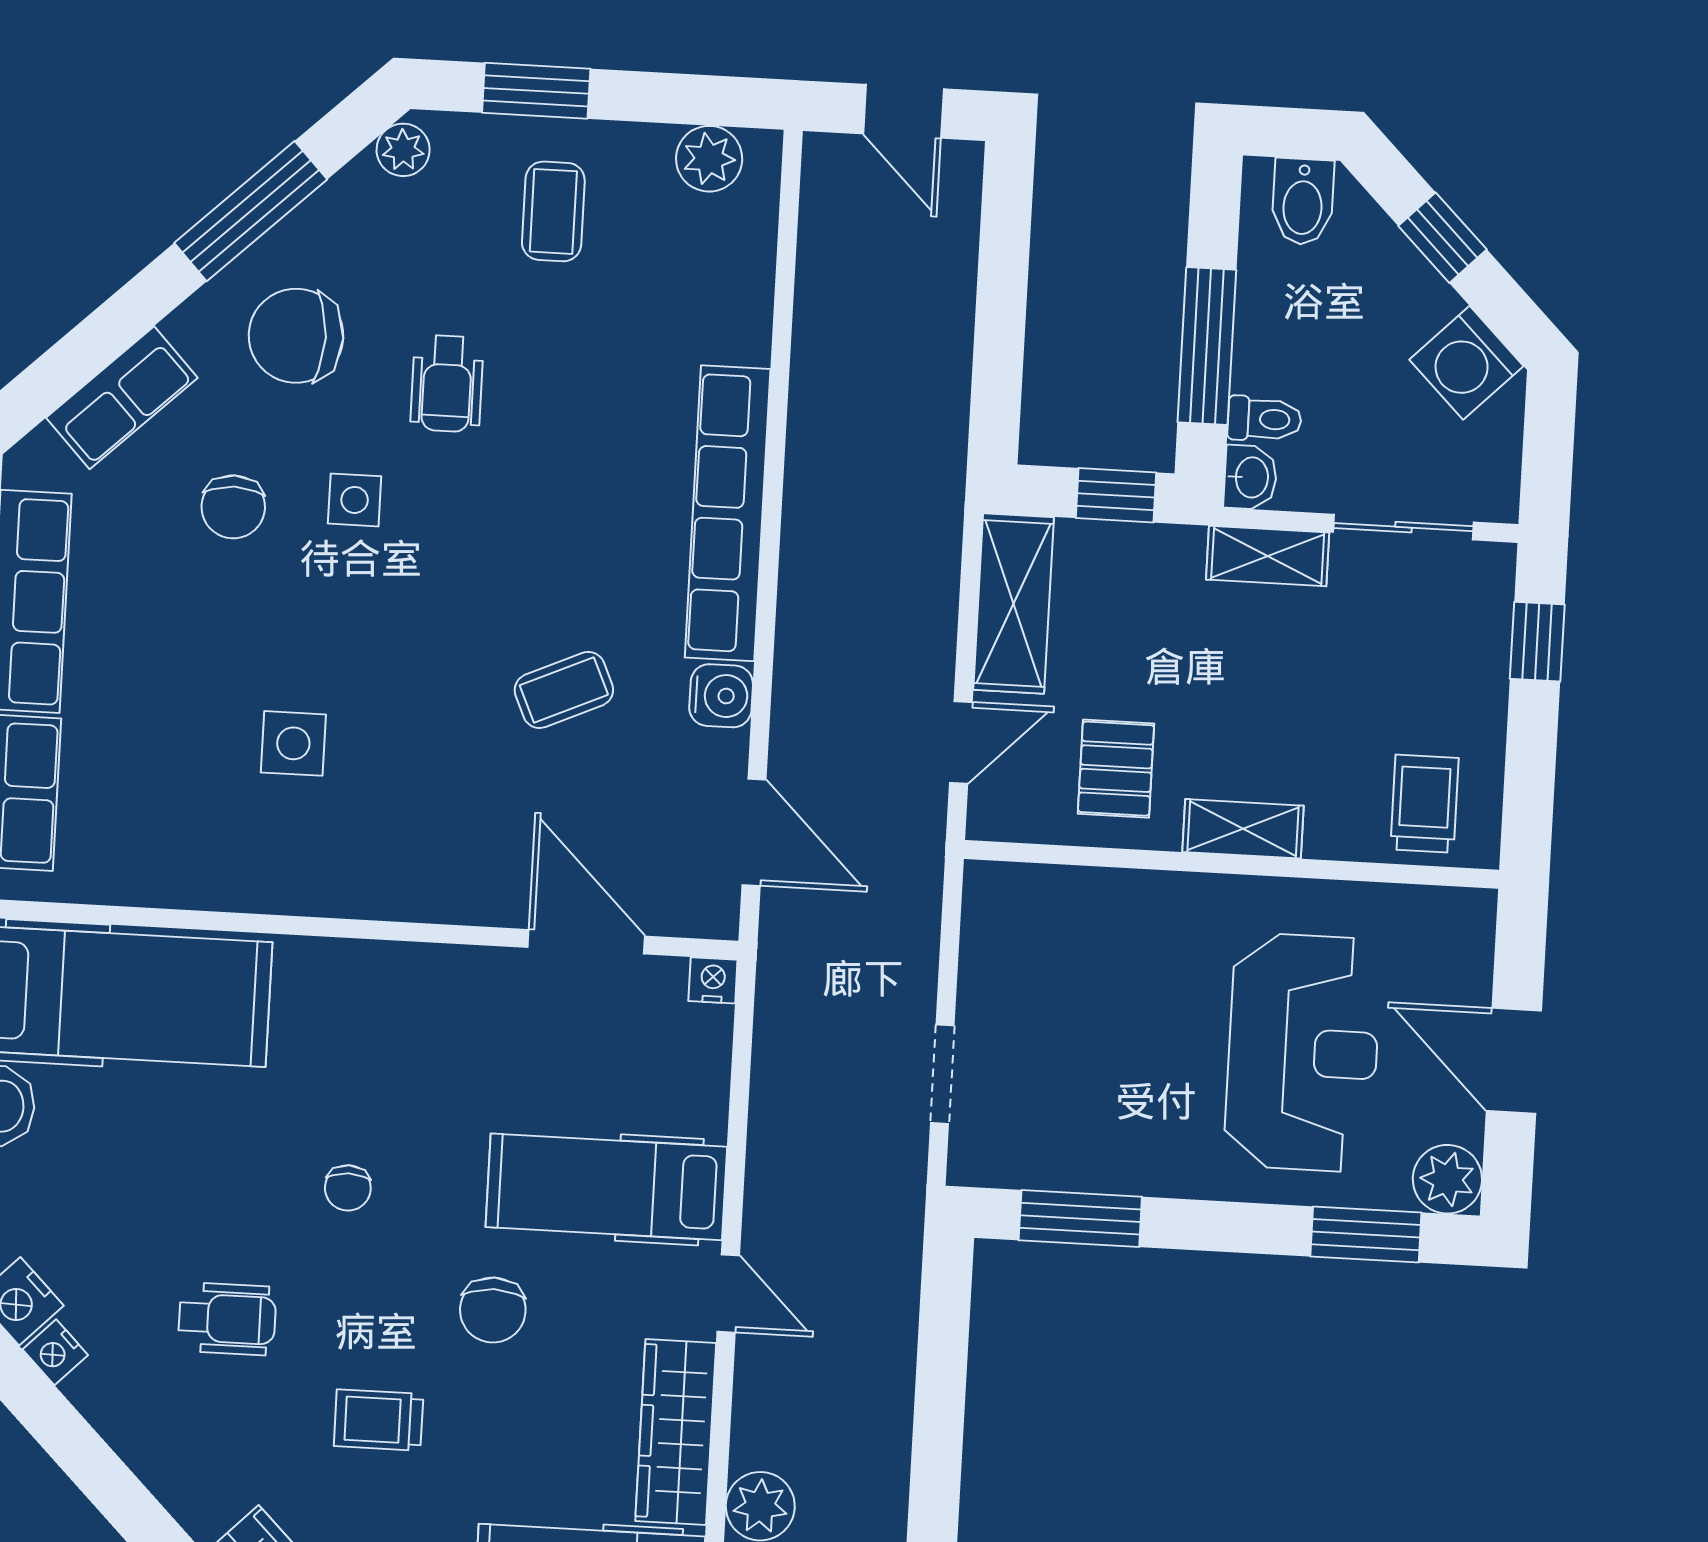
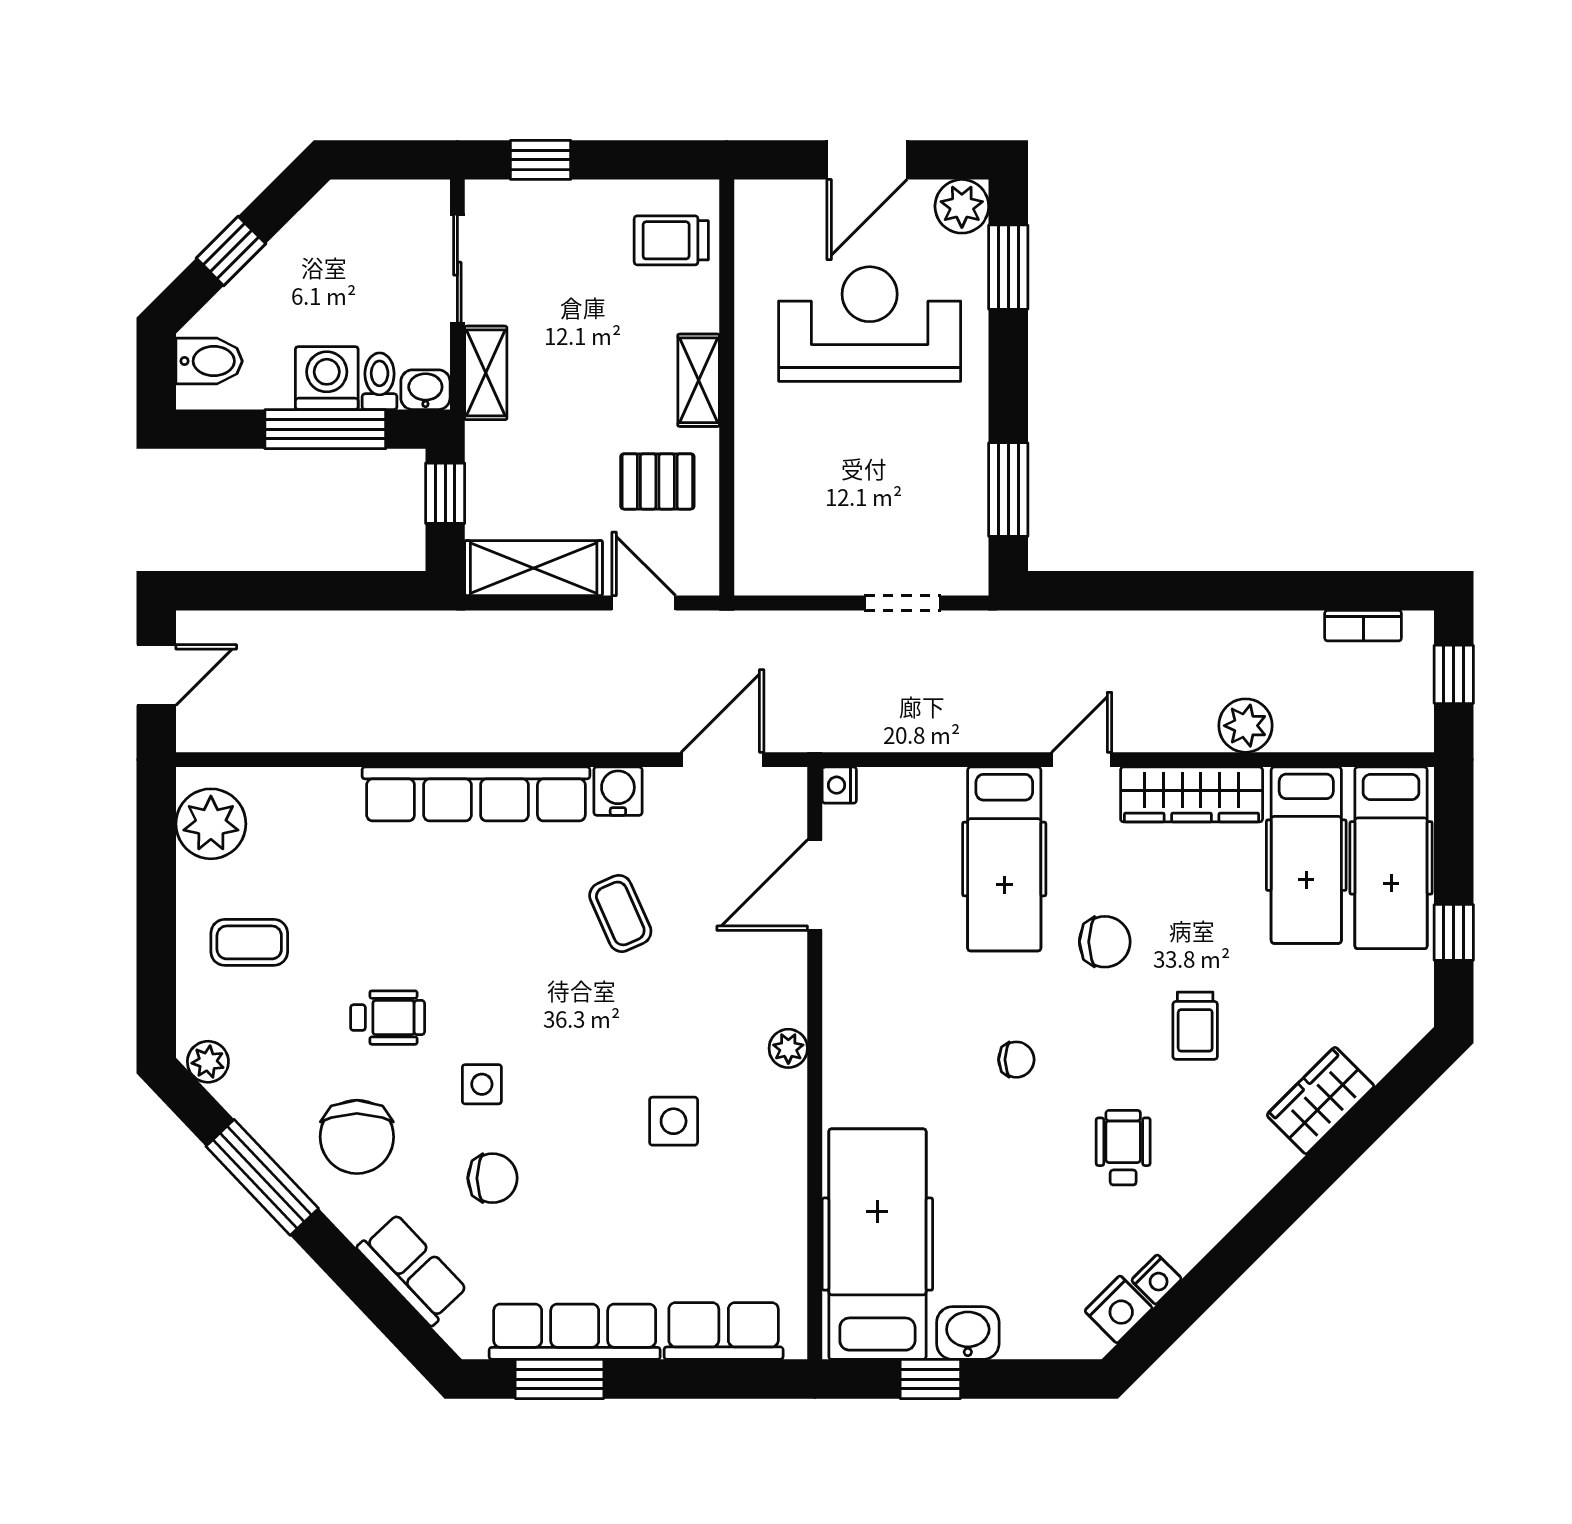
window: (536, 91) -> (156, 961), removed
plant: (709, 159) -> (211, 824), width x1.36, depth x1.36
washing machine: (1466, 363) -> (327, 378), moved, turned -135
plant: (379, 896) -> (788, 1048), added

